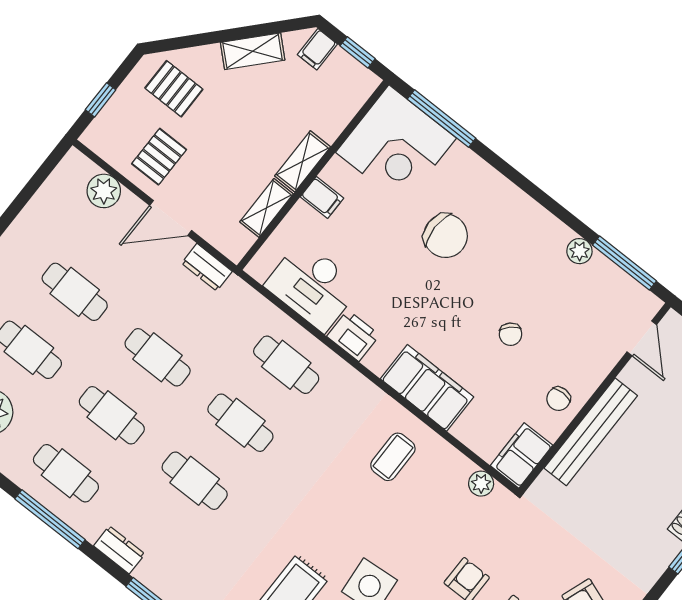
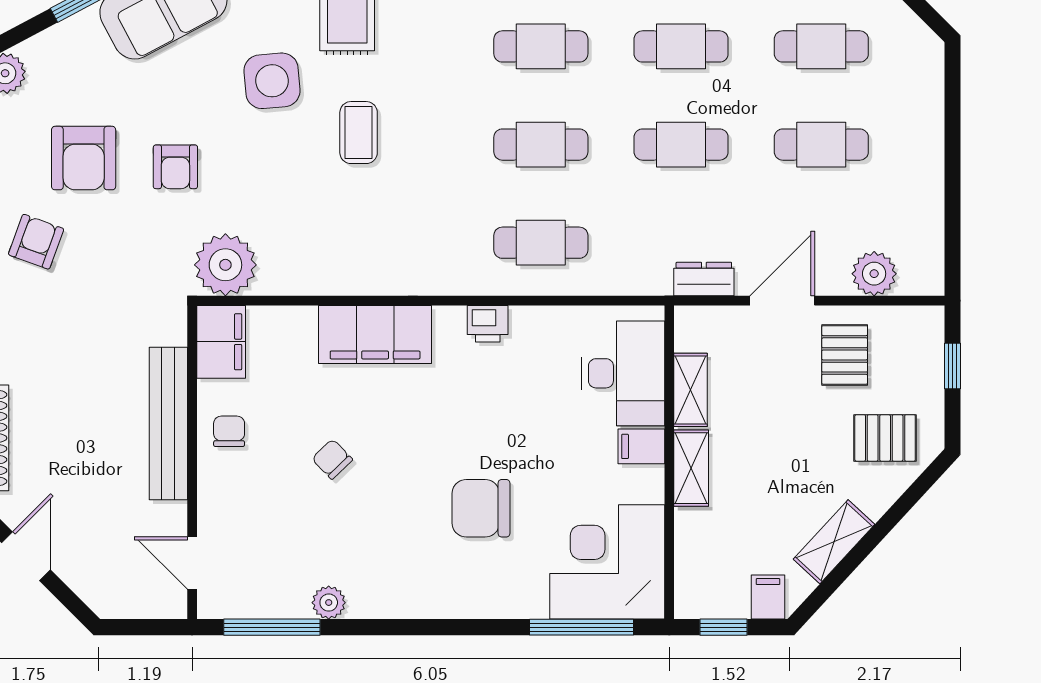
desk: (313, 286) -> (623, 373), moved, turned 90
printer: (353, 336) -> (488, 324), width x0.73, depth x0.81
coffee table: (393, 457) -> (359, 133), moved
plant: (481, 484) -> (225, 265), width x1.88, depth x1.88

